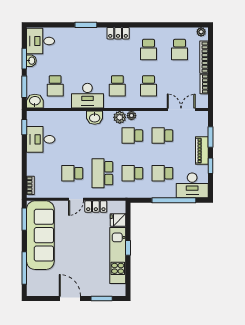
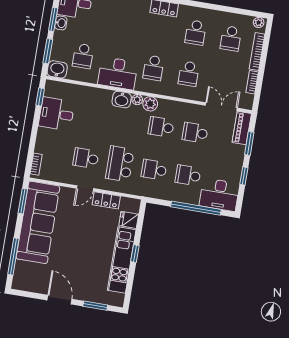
plant: (131, 116) -> (137, 100), moved
piano: (202, 151) -> (242, 128), moved

